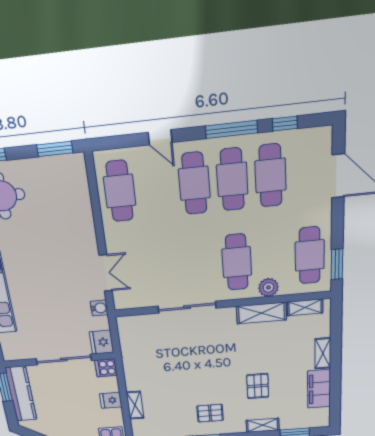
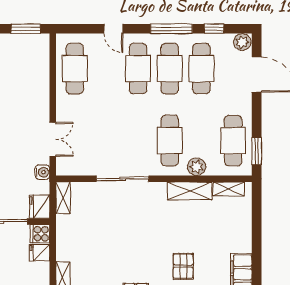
plant: (321, 137) -> (242, 42), added
shelving: (323, 353) -> (63, 198), moved
fridge: (111, 400) -> (40, 253), moved

